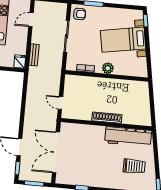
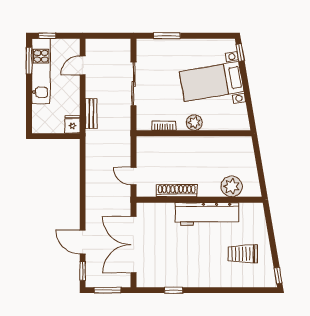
armchair: (80, 14) -> (149, 52), removed
plant: (131, 117) -> (232, 186), added
shoe rack: (107, 118) -> (177, 191), moved
workbench: (128, 137) -> (207, 214), moved
trolley: (134, 166) -> (243, 254), turned 180

